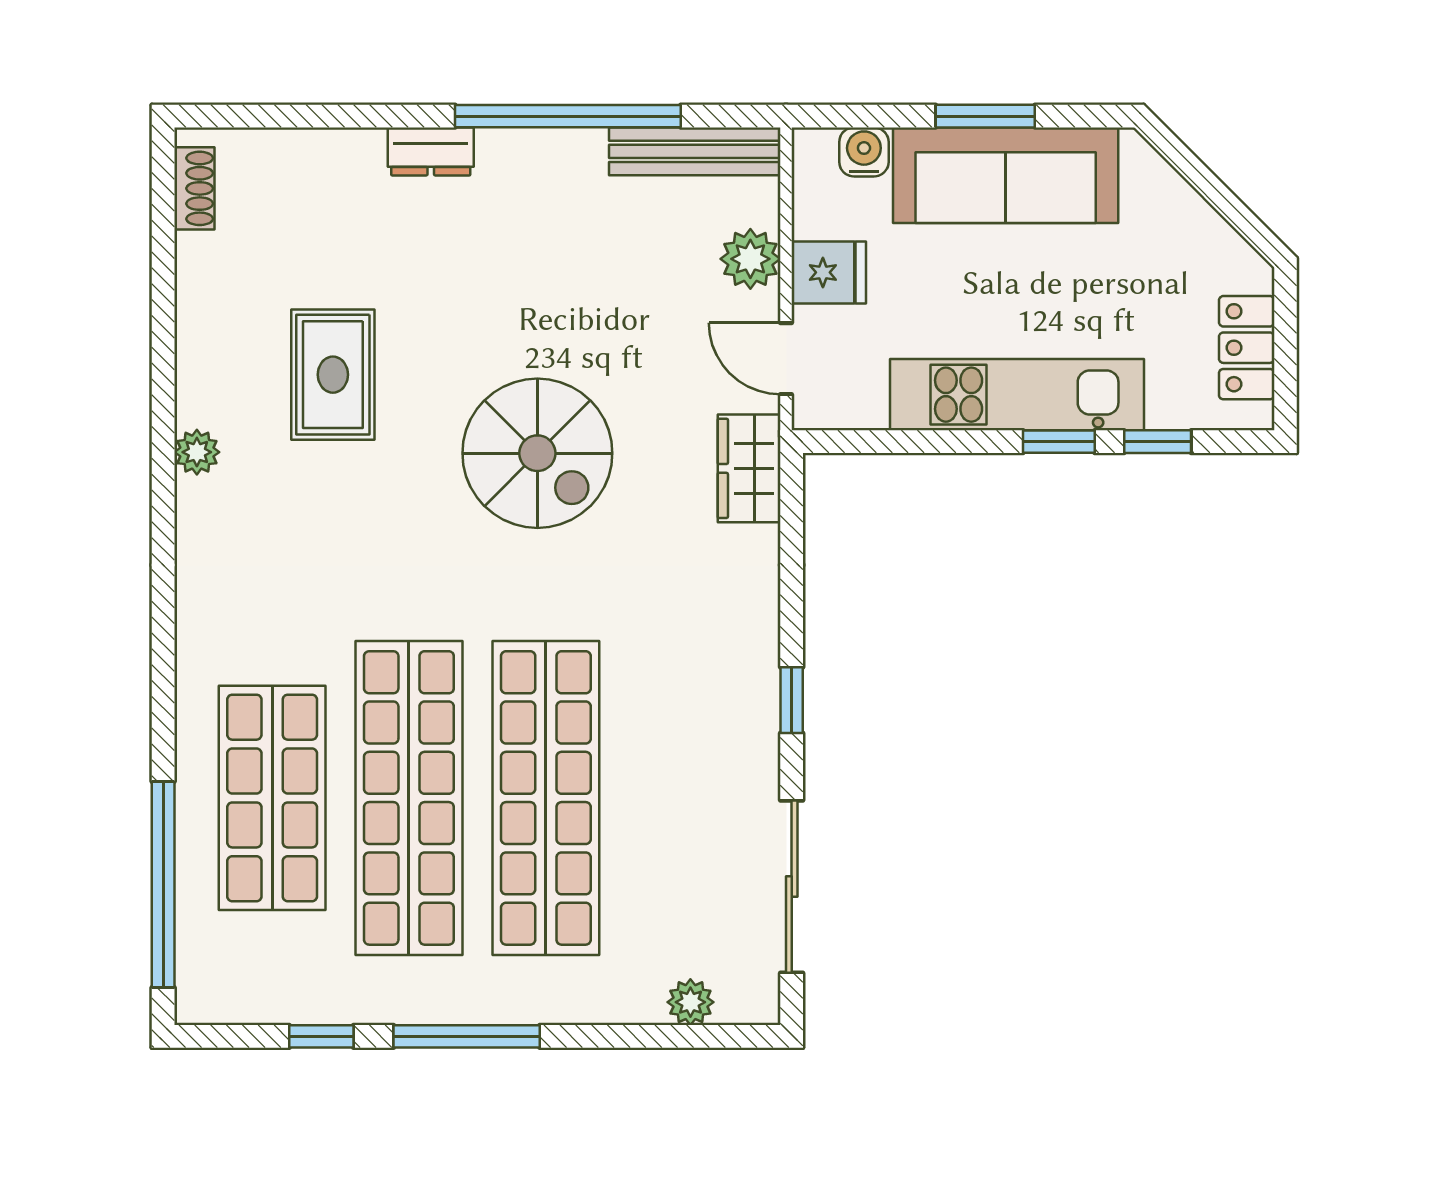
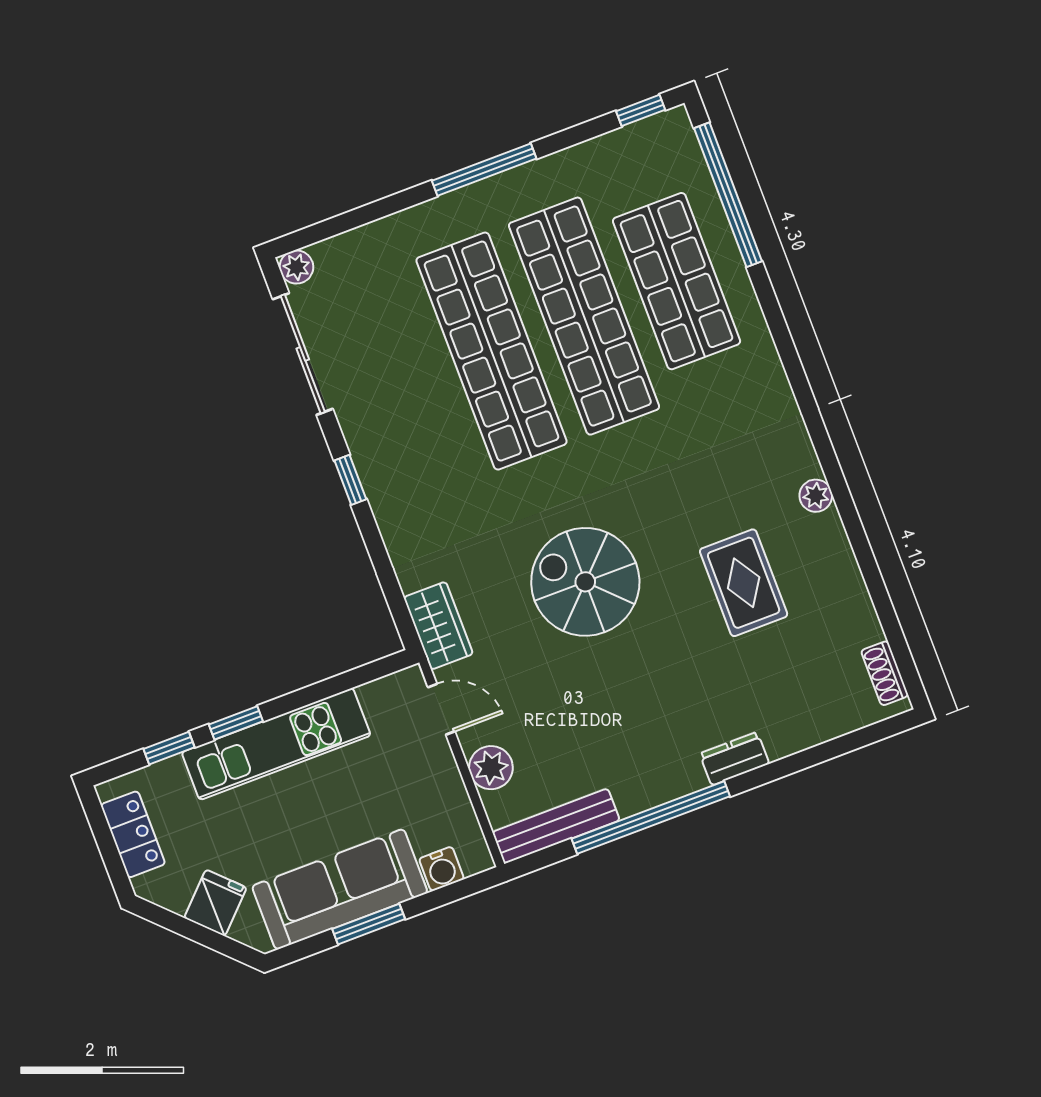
fridge: (829, 272) -> (215, 903), moved, turned 135
plant: (690, 1002) -> (296, 267), moved
window: (321, 1036) -> (641, 110), moved

